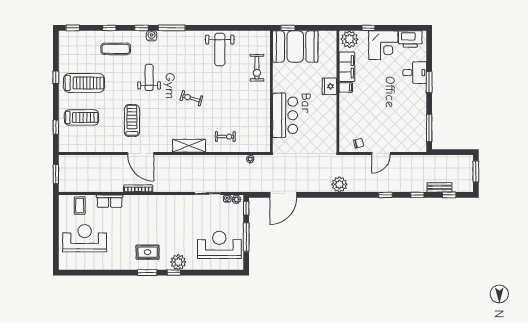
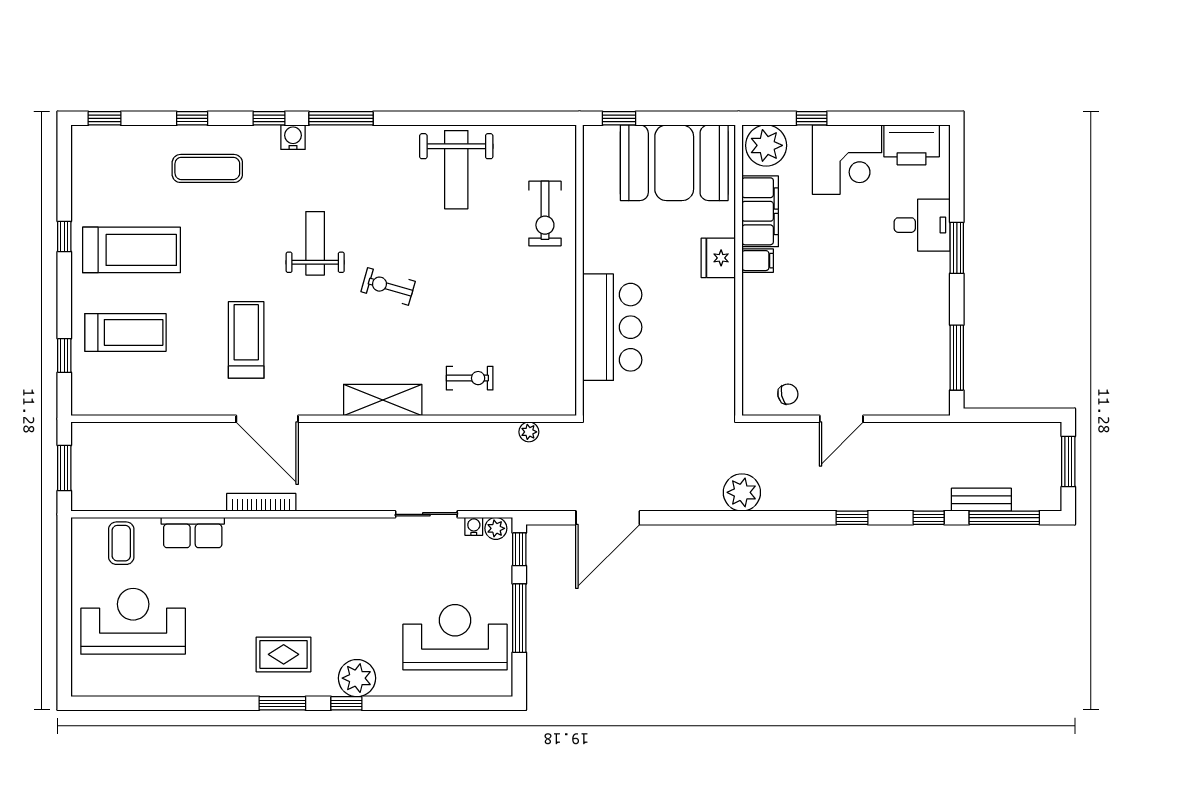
booth: (295, 46) -> (674, 163), moved
weight bench: (149, 77) -> (315, 243), moved
window: (449, 195) -> (1004, 518), width x2.17

